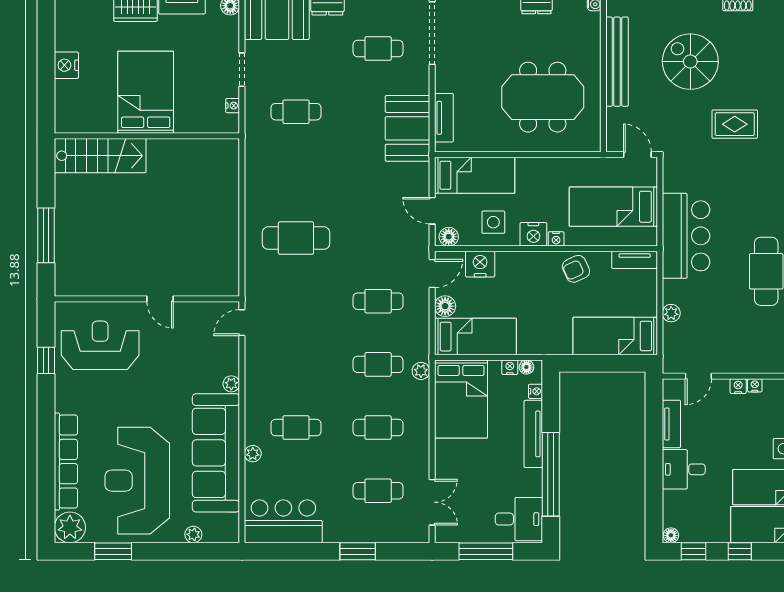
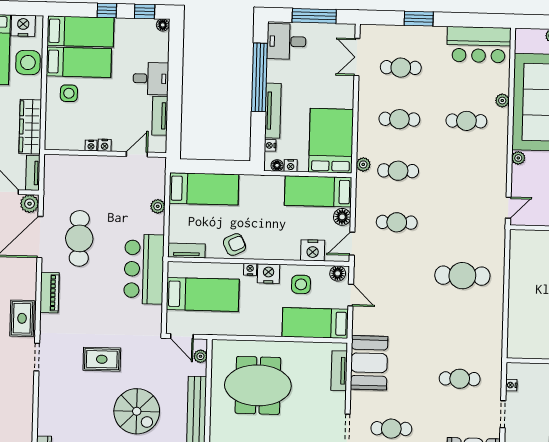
plant: (614, 131) -> (200, 356), added

